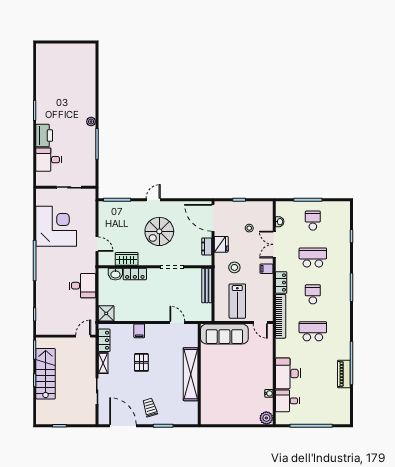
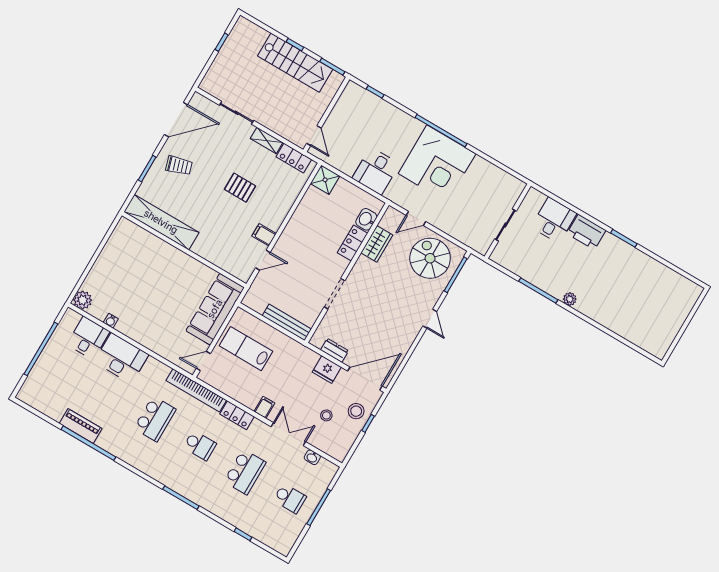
corner desk: (56, 226) -> (437, 164), moved
spiral stairs: (159, 231) -> (430, 258), moved
stool: (234, 267) -> (356, 411), moved
filing cabinet: (139, 331) -> (264, 235), moved
shelving: (191, 374) -> (161, 222), moved

